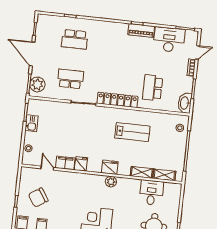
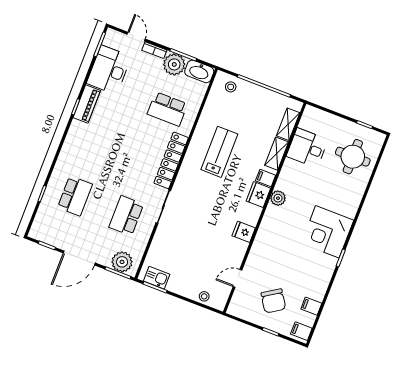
plant: (185, 84) -> (174, 64), added
kitchen sink: (32, 123) -> (157, 278), moved
filing cabinet: (65, 163) -> (266, 178), moved, width x0.50

